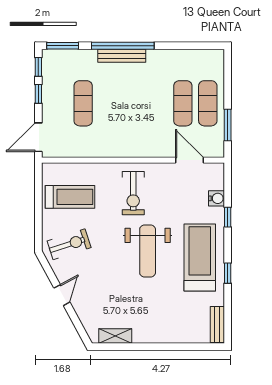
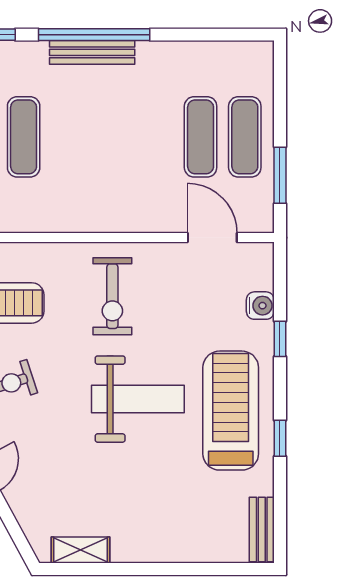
weight bench: (148, 251) -> (138, 399), turned -90

